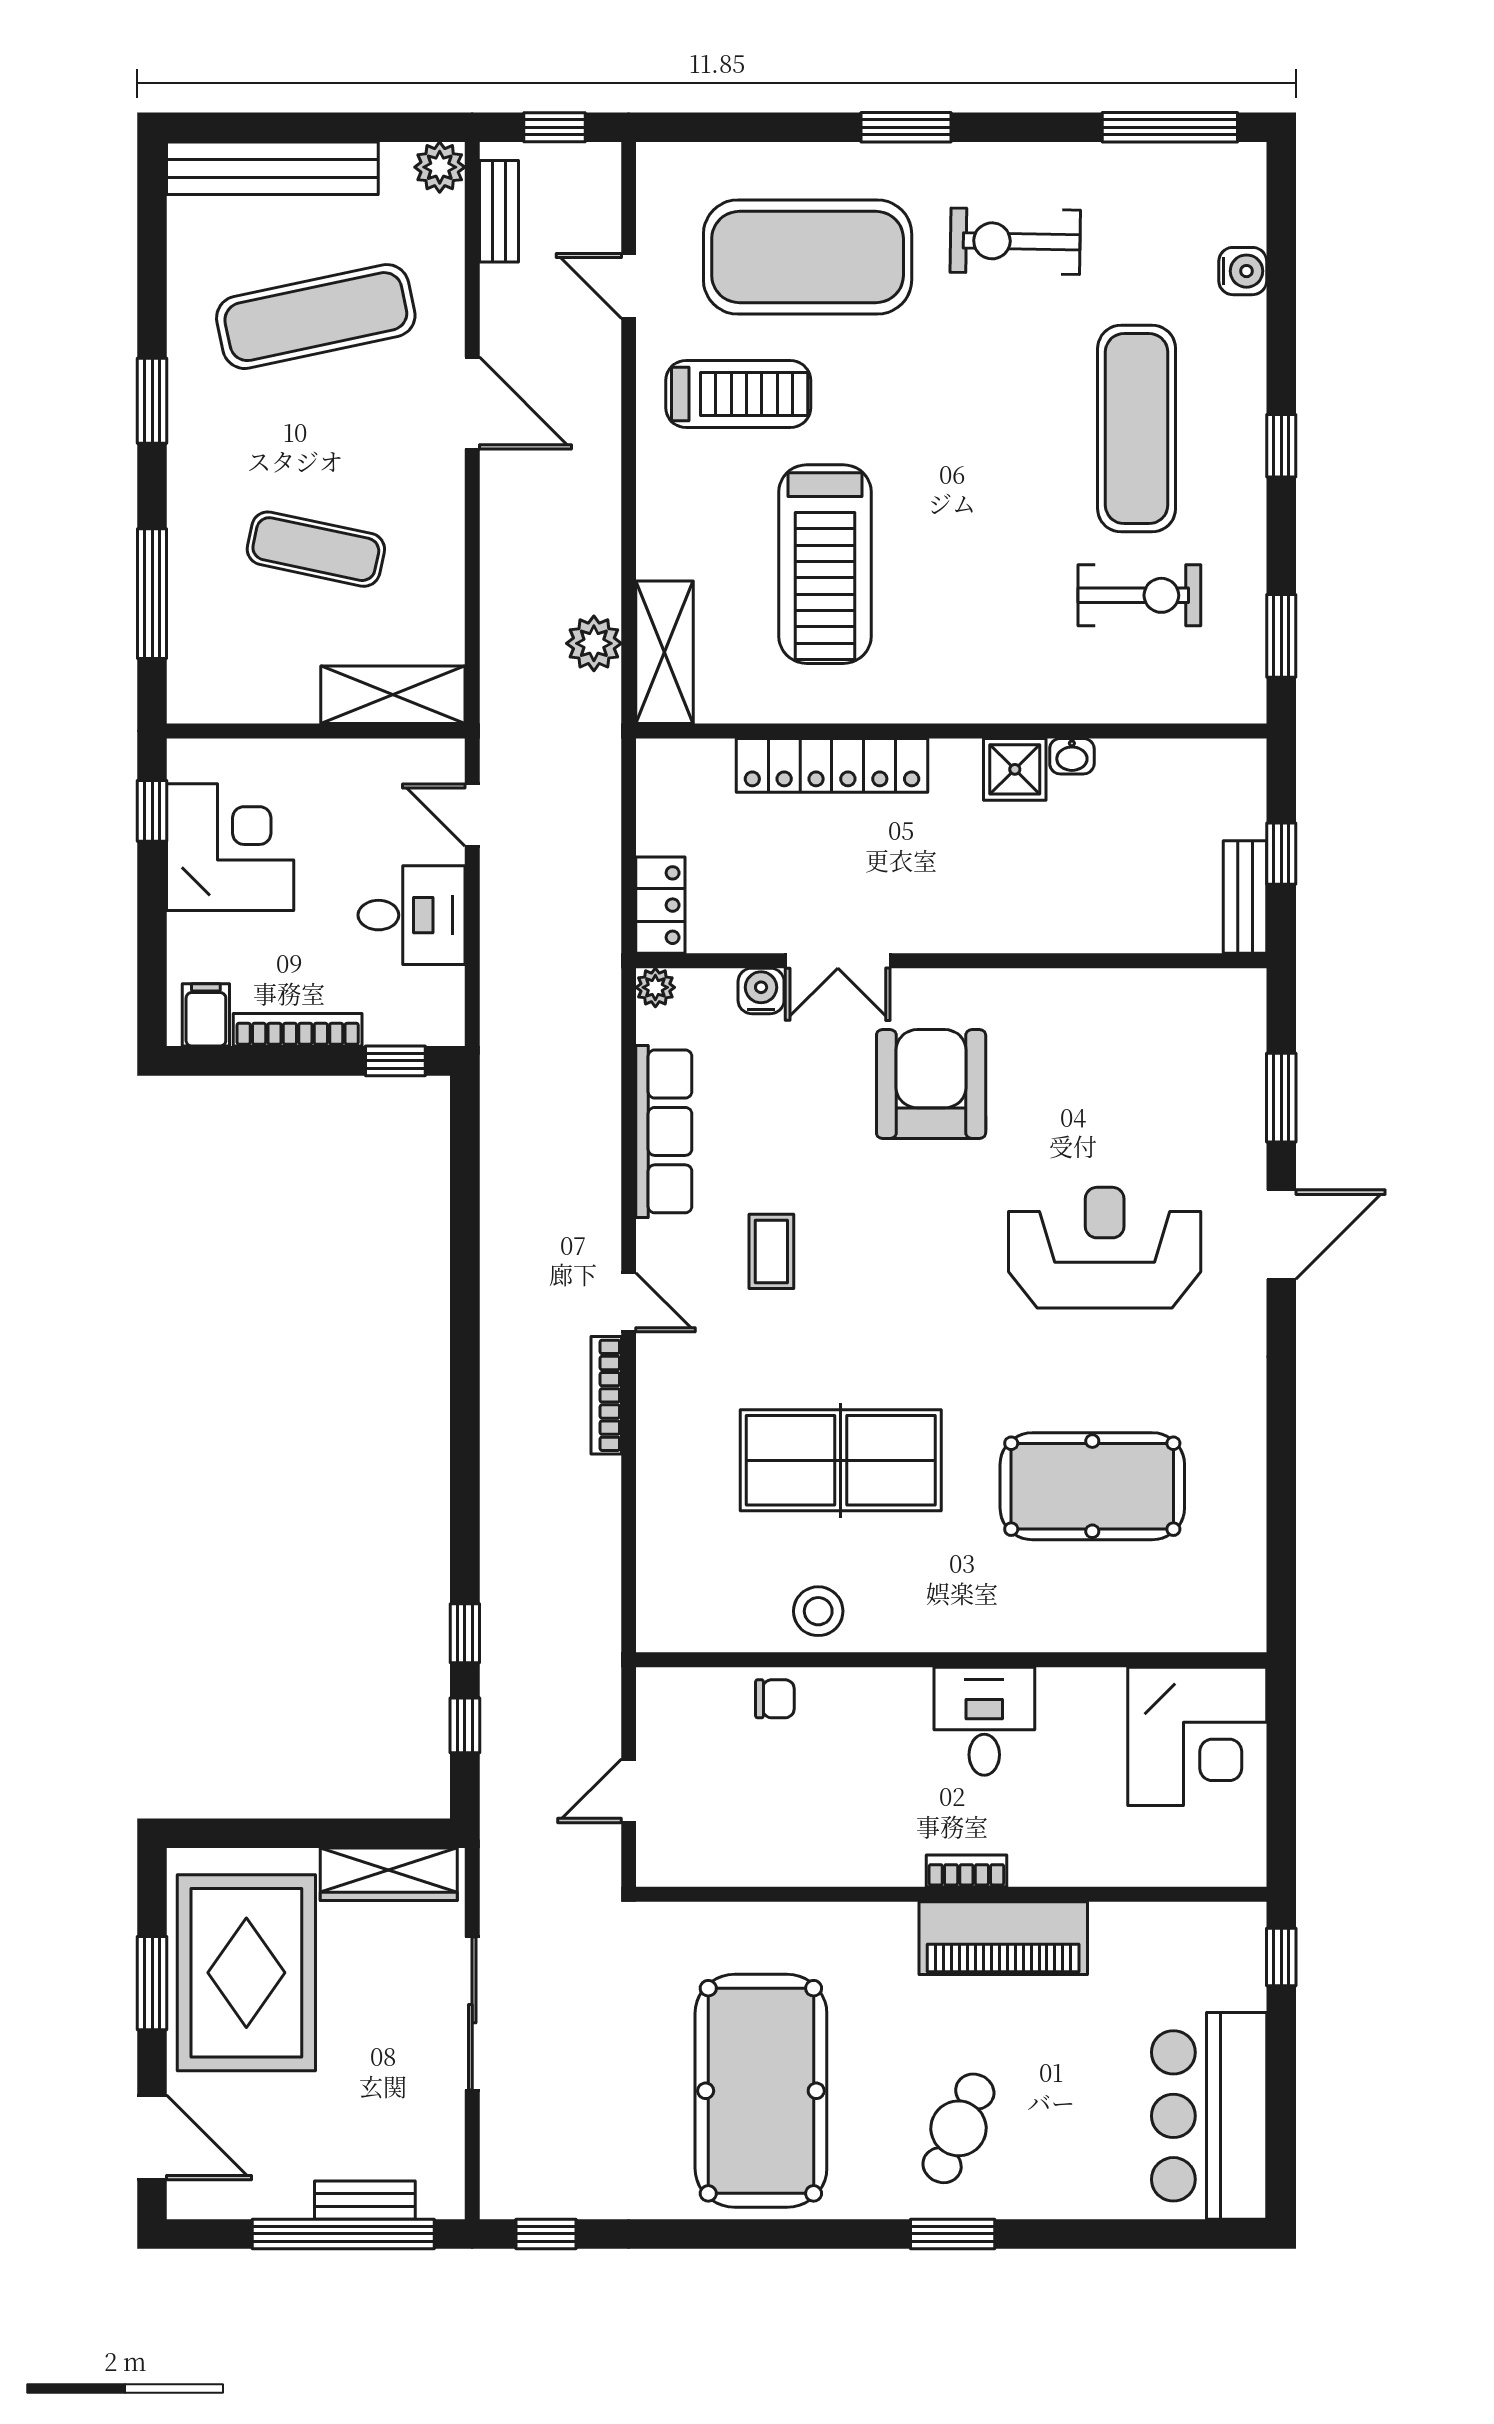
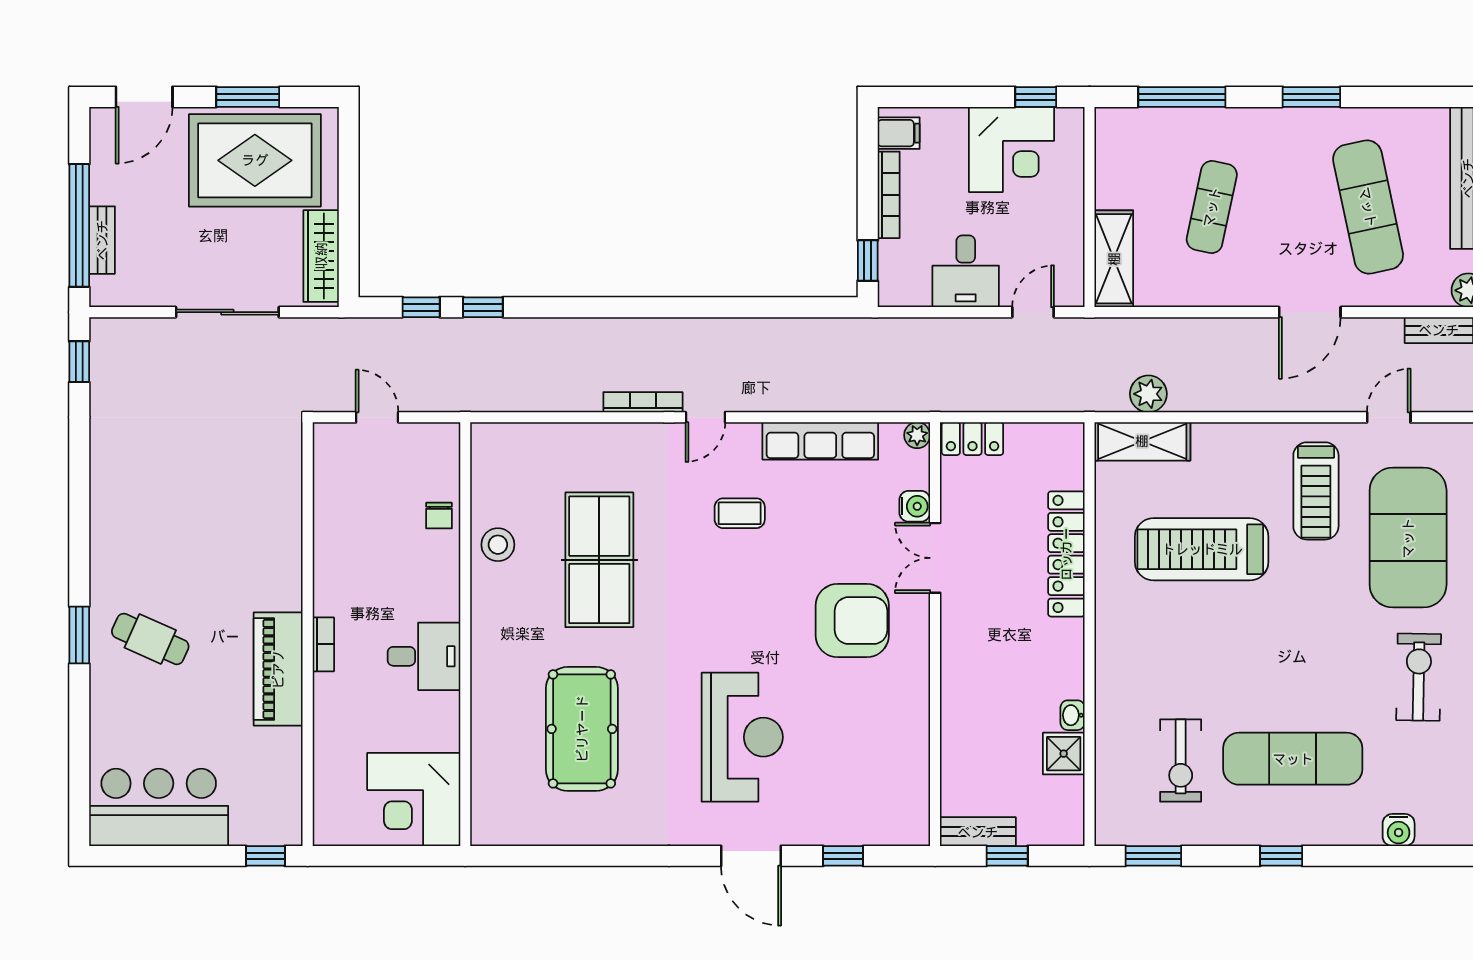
shower: (1015, 769) -> (1064, 754), moved
window: (1281, 1098) -> (843, 856), width x0.67
pool table: (761, 2091) -> (176, 506), removed

